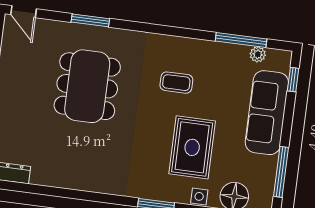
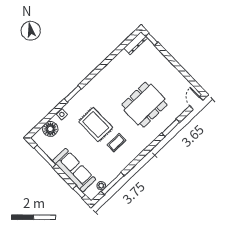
door: (24, 12) -> (196, 103), hinge flipped
dining table: (87, 86) -> (144, 105), turned 90
rug: (192, 147) -> (96, 125), moved

